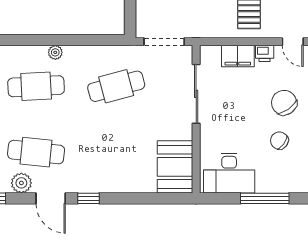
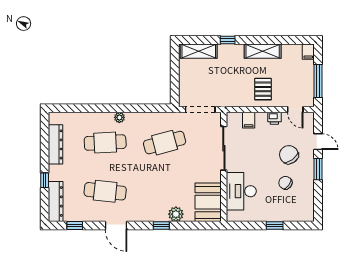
filing cabinet: (238, 56) -> (249, 120), width x0.50
desk: (229, 173) -> (241, 191), moved, turned 90
plant: (21, 183) -> (176, 214), moved
window: (89, 198) -> (161, 226), moved
window: (265, 198) -> (275, 226), width x0.46

